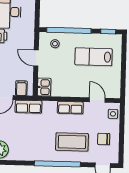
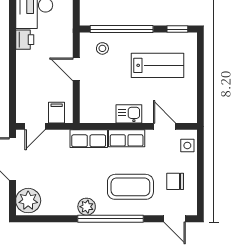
lab bench: (93, 57) -> (157, 65), turned 180
kitchen sink: (44, 87) -> (129, 114), moved, turned -90
row of seats: (28, 107) -> (89, 139), moved
plant: (41, 155) -> (87, 207), added

